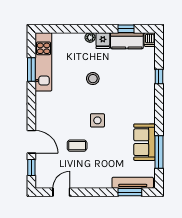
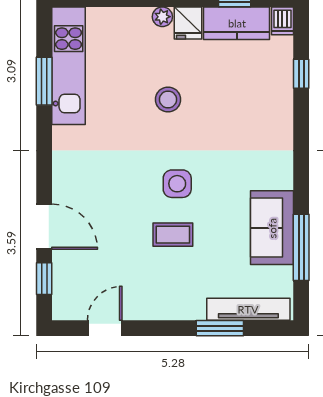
window: (159, 77) -> (301, 74), moved
coffee table: (77, 146) -> (173, 235), moved
window: (130, 192) -> (220, 328), moved

